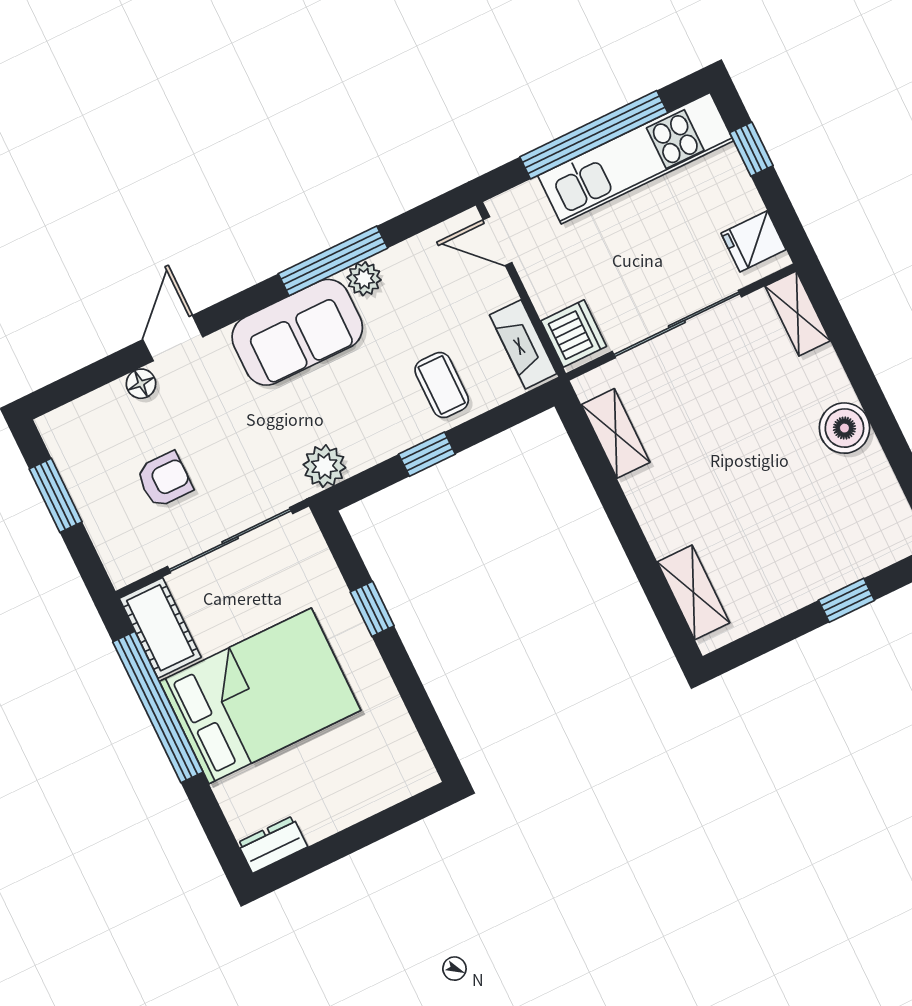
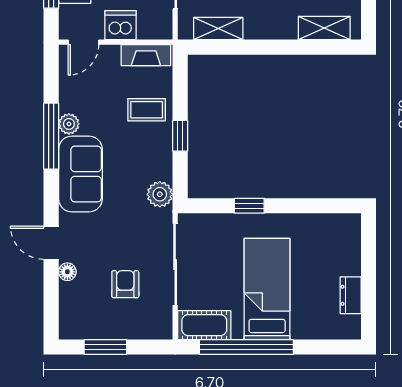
dishwasher: (574, 334) -> (120, 25), moved
bed: (260, 696) -> (267, 289), width x0.67
dresser: (272, 845) -> (351, 295), moved

